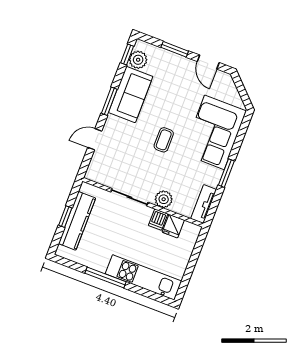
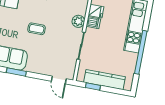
door: (95, 139) -> (59, 80), moved
window: (65, 217) -> (93, 86), moved
window: (106, 278) -> (141, 52), width x1.46

